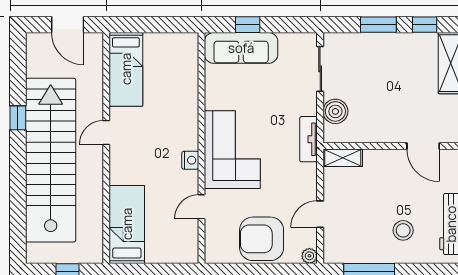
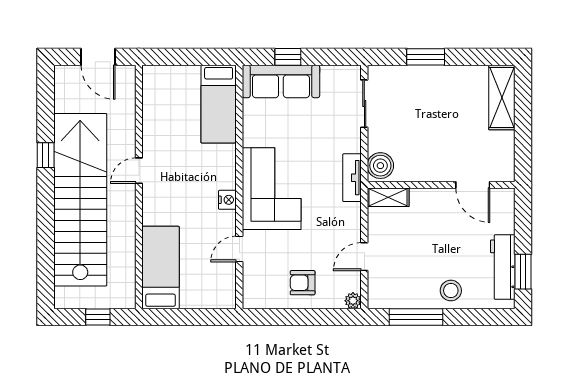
window: (425, 25) -> (474, 57), removed
bed: (126, 69) -> (219, 104), moved
boiler: (335, 111) -> (380, 166), moved
stool: (403, 230) -> (451, 291), moved
armchair: (262, 239) -> (303, 283), width x0.53, depth x0.53

